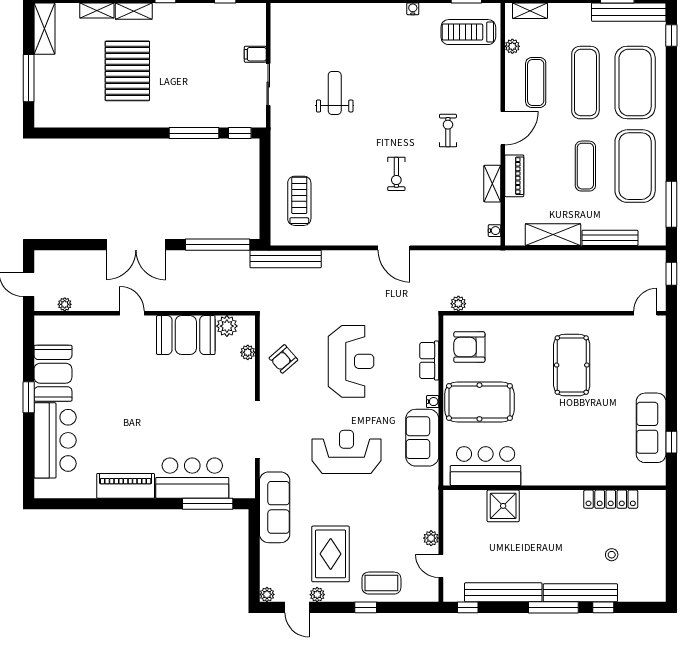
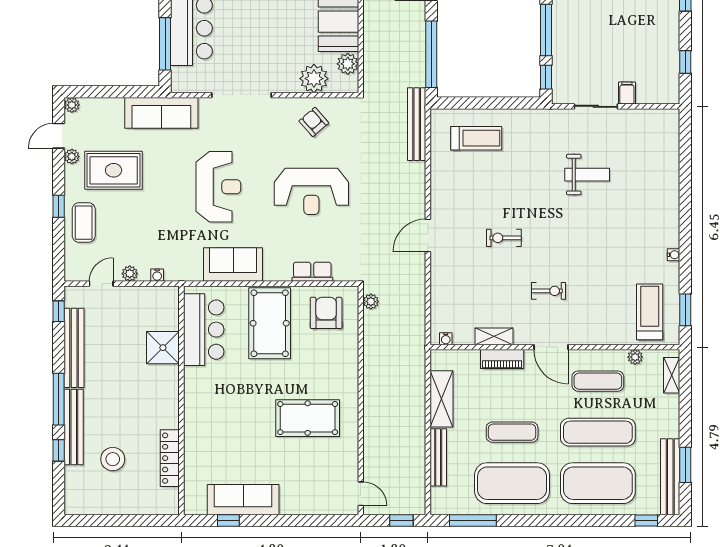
plant: (248, 352) -> (314, 79), width x1.88, depth x1.88
water cooler: (433, 402) -> (157, 275), moved
stool: (612, 555) -> (113, 459), width x1.89, depth x1.89

